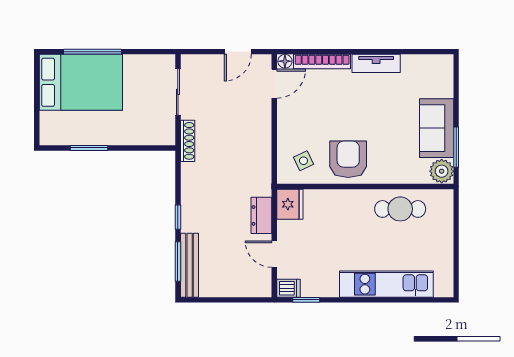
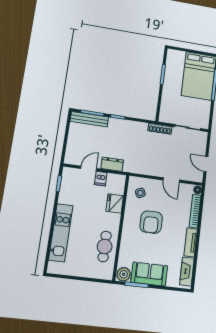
fireplace: (425, 64) -> (187, 272), added
door: (274, 84) -> (171, 180), moved
armchair: (348, 159) -> (151, 222), moved, turned 90
fridge: (290, 204) -> (115, 203), moved, turned 90
dishwasher: (288, 288) -> (101, 179), moved

